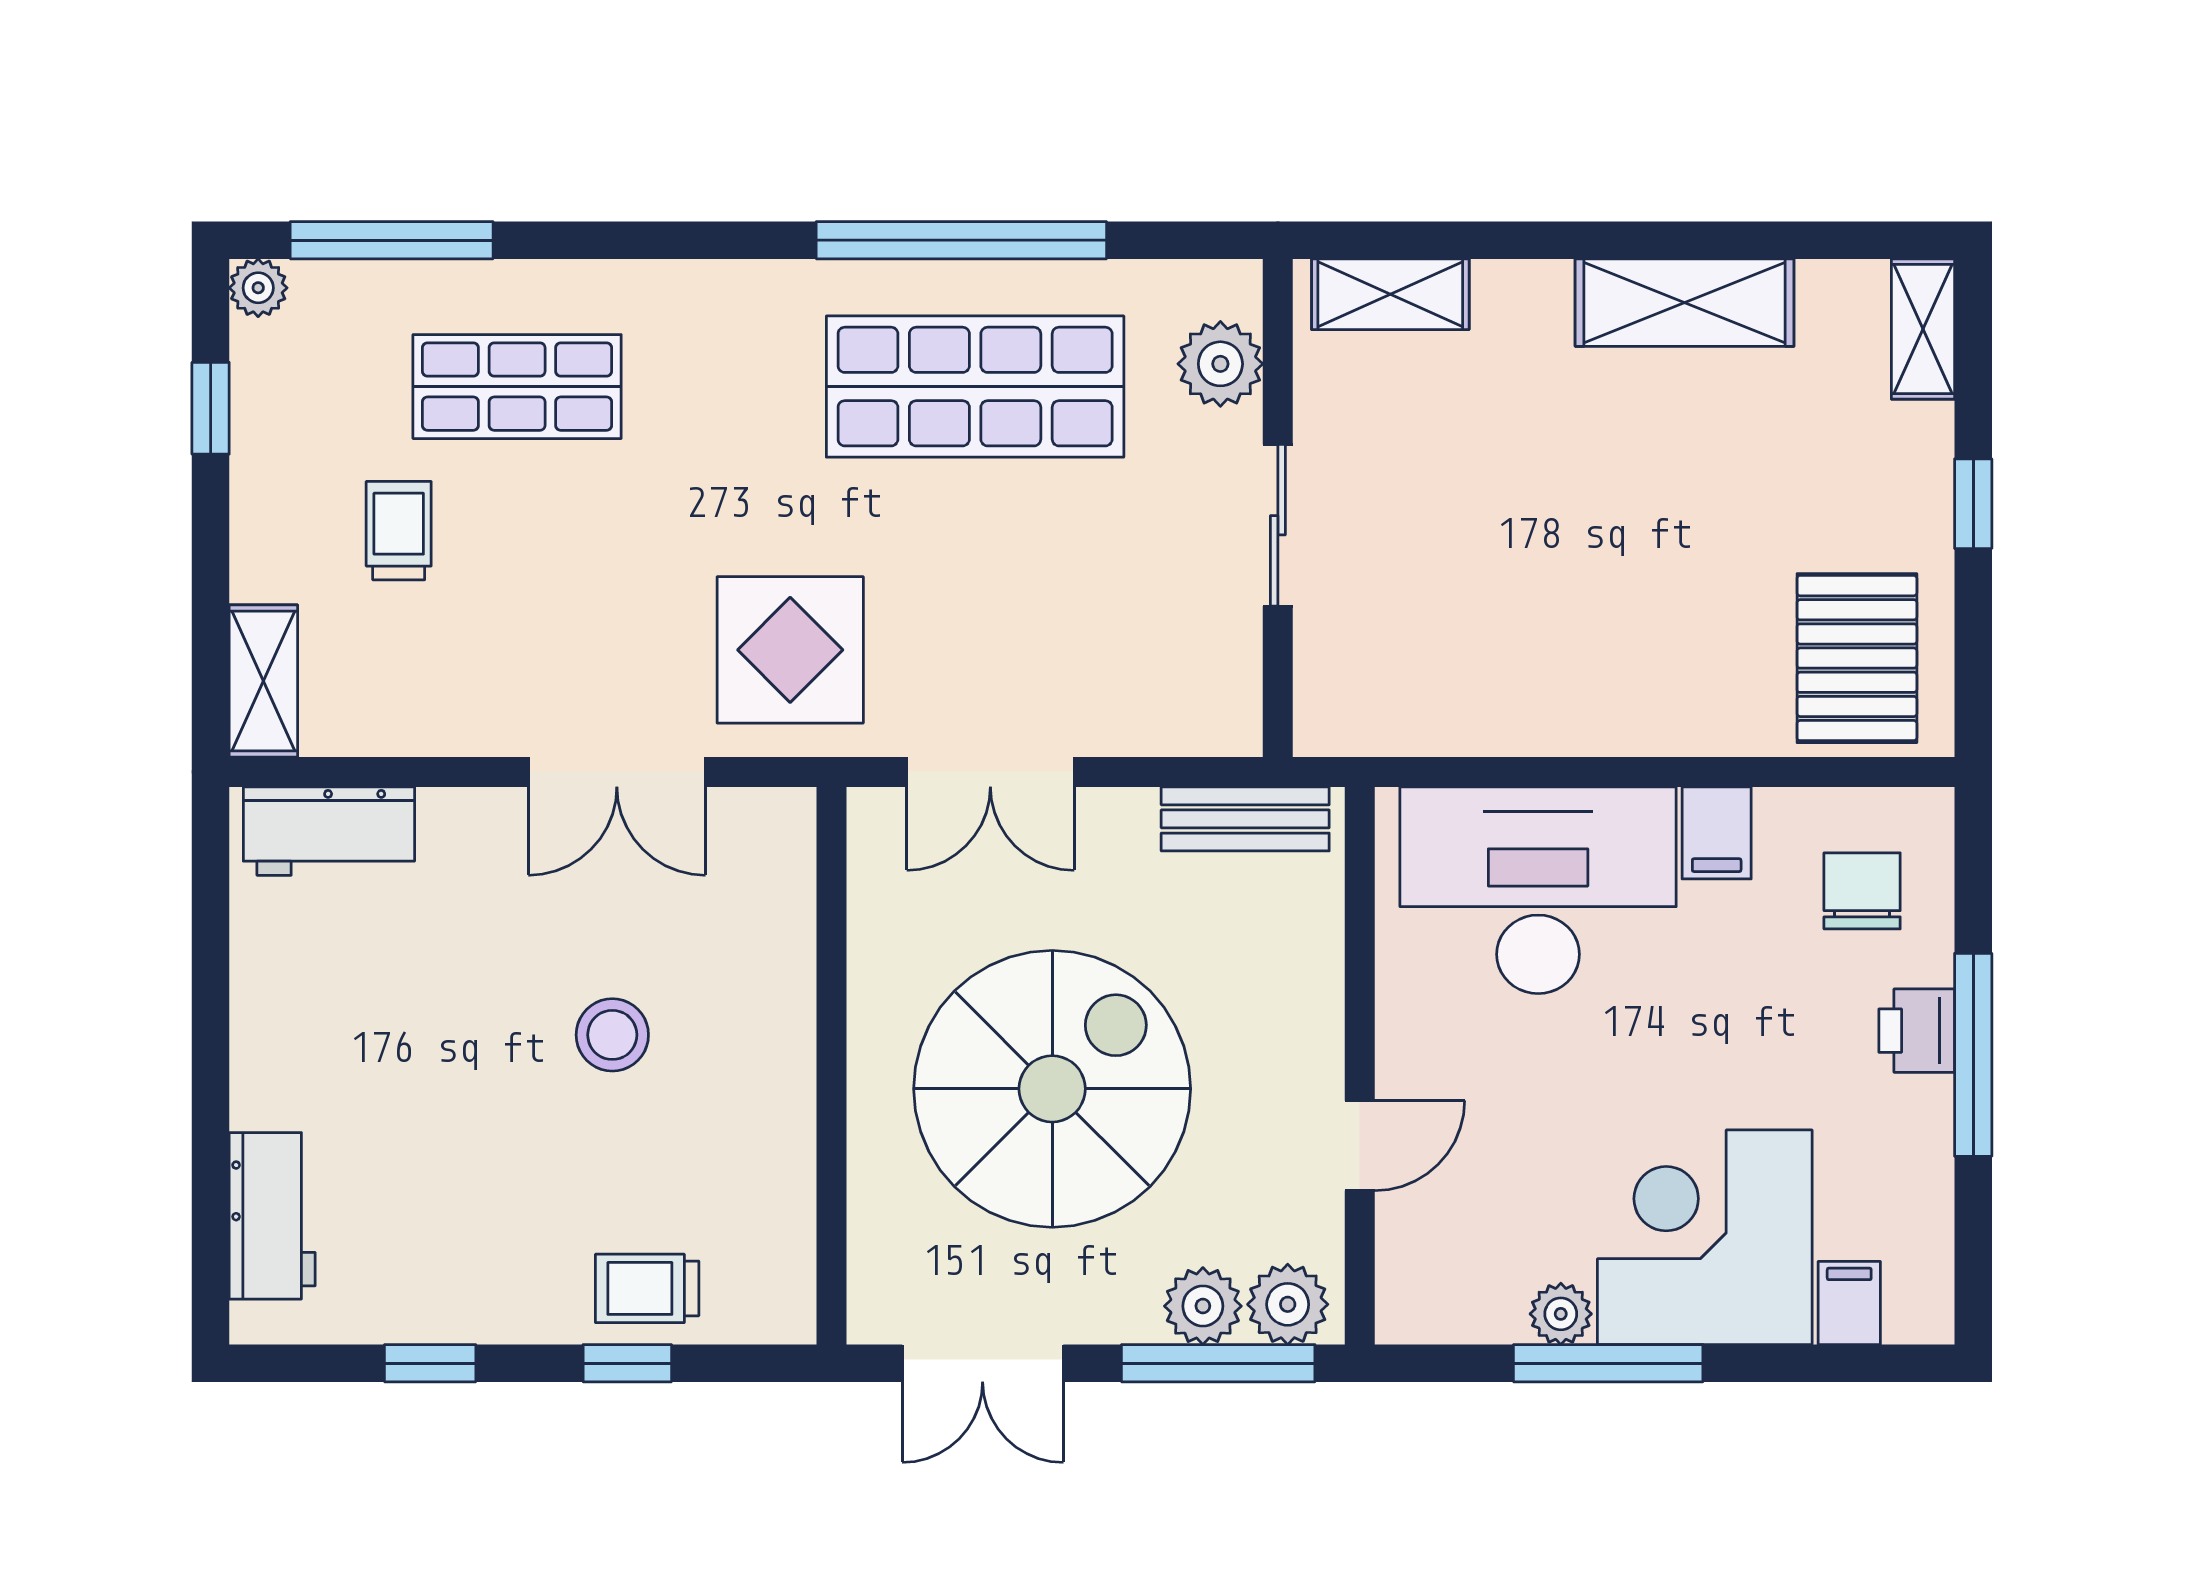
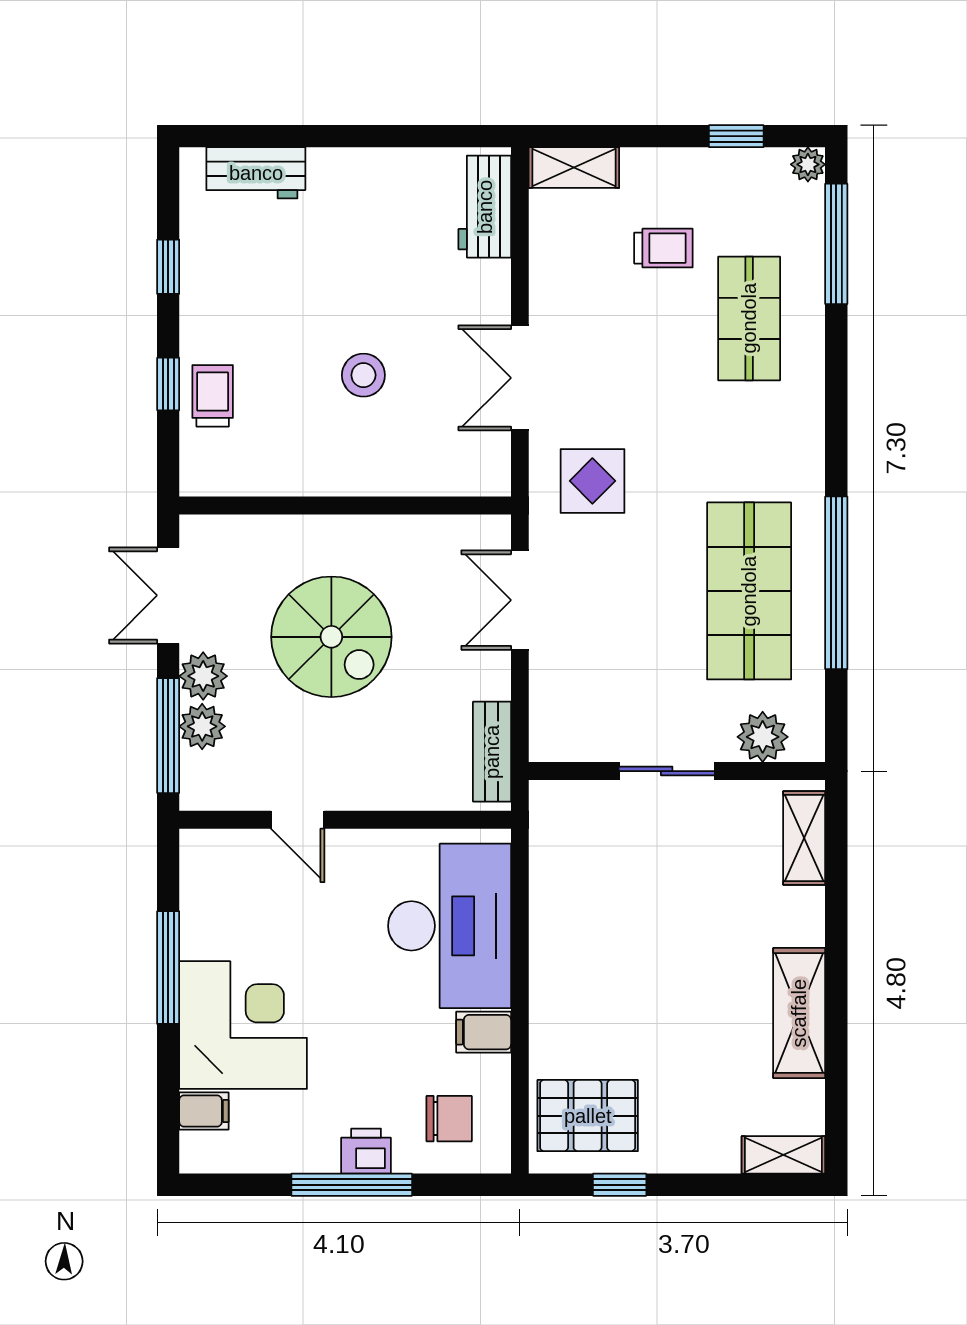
window: (1973, 504) -> (620, 1185), moved
display table: (790, 650) -> (592, 481), width x0.73, depth x0.73
spiral stairs: (1052, 1089) -> (331, 637), width x0.73, depth x0.73
plant: (1288, 1304) -> (203, 676), moved
plant: (1561, 1314) -> (198, 939), removed

